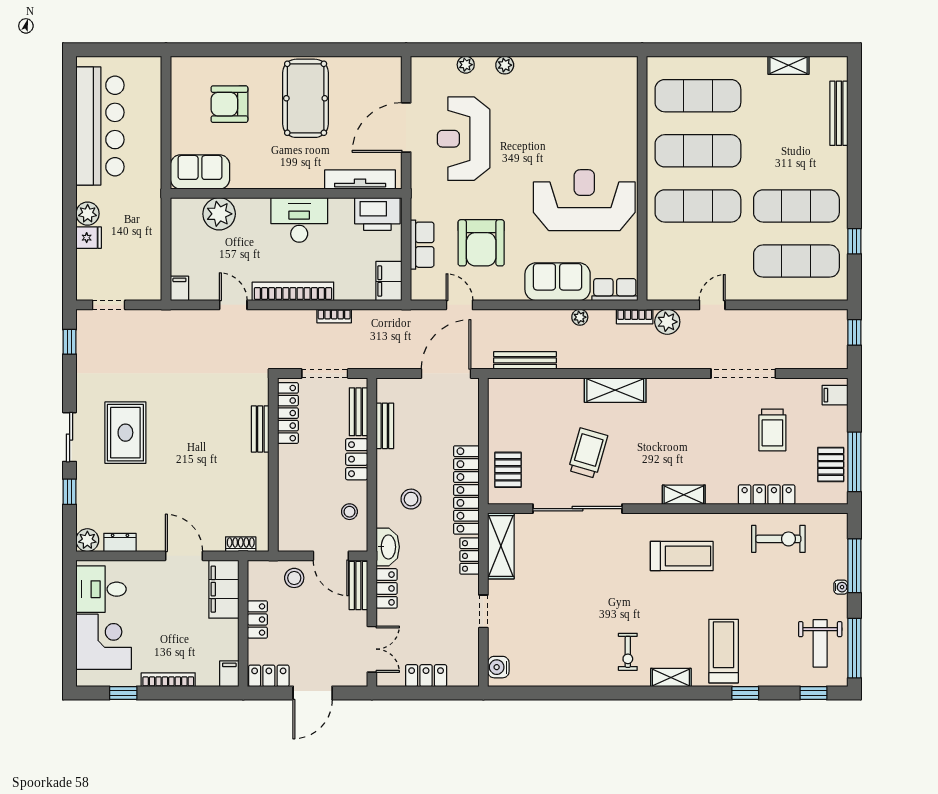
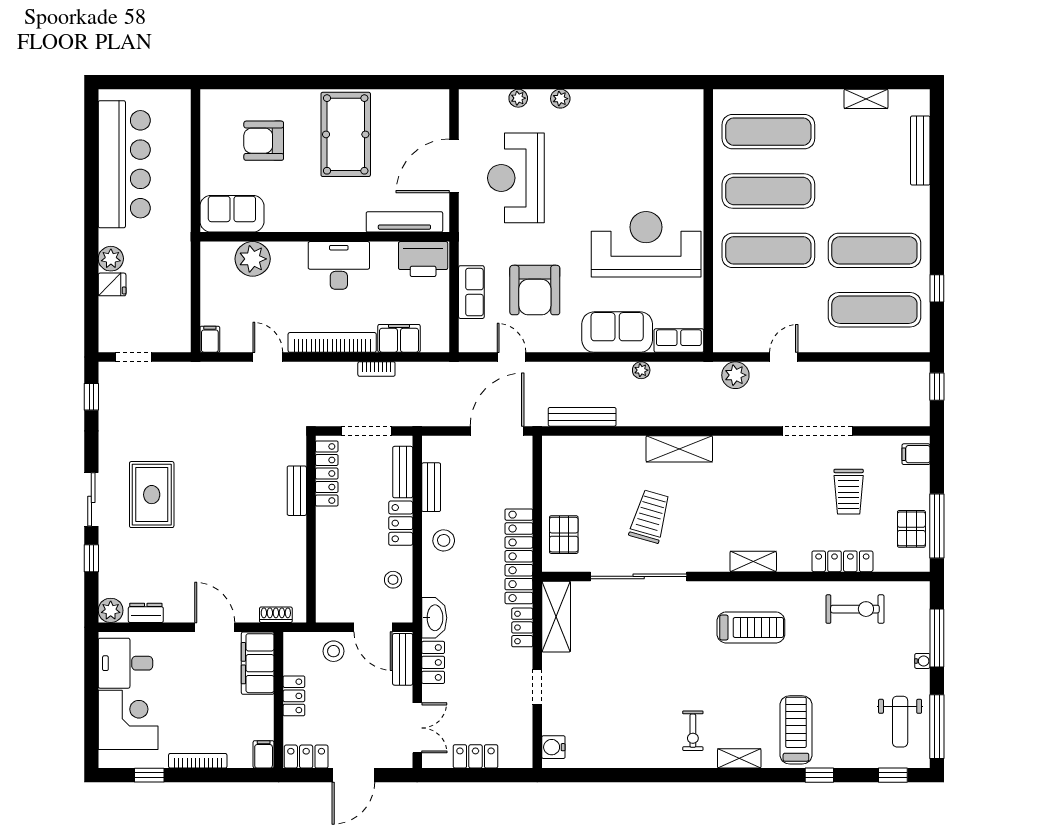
filing cabinet: (389, 281) -> (399, 338), moved, turned 90
bookcase: (635, 316) -> (700, 369), removed
stool: (411, 499) -> (444, 540), moved

